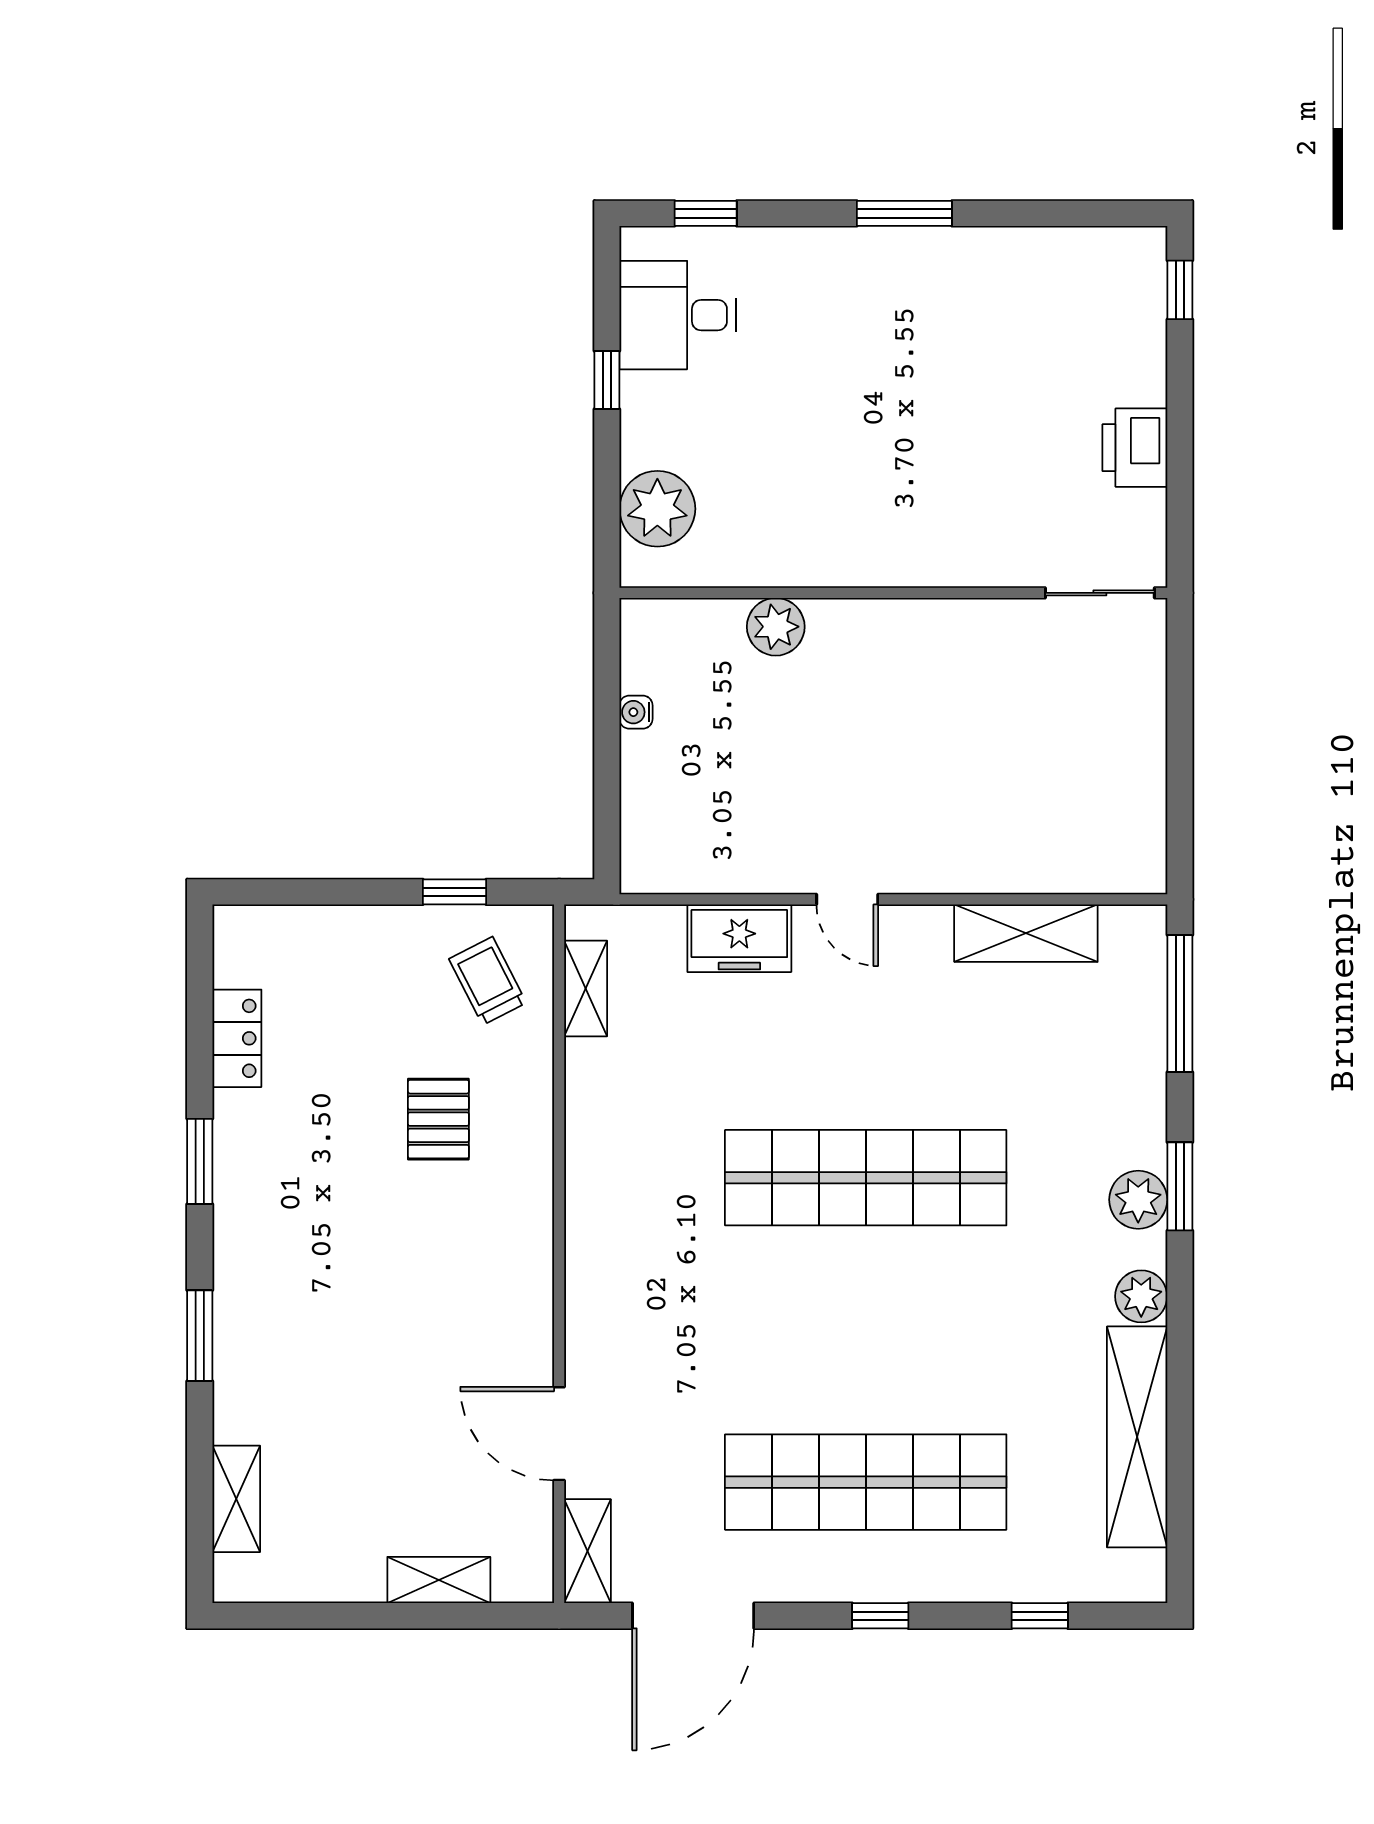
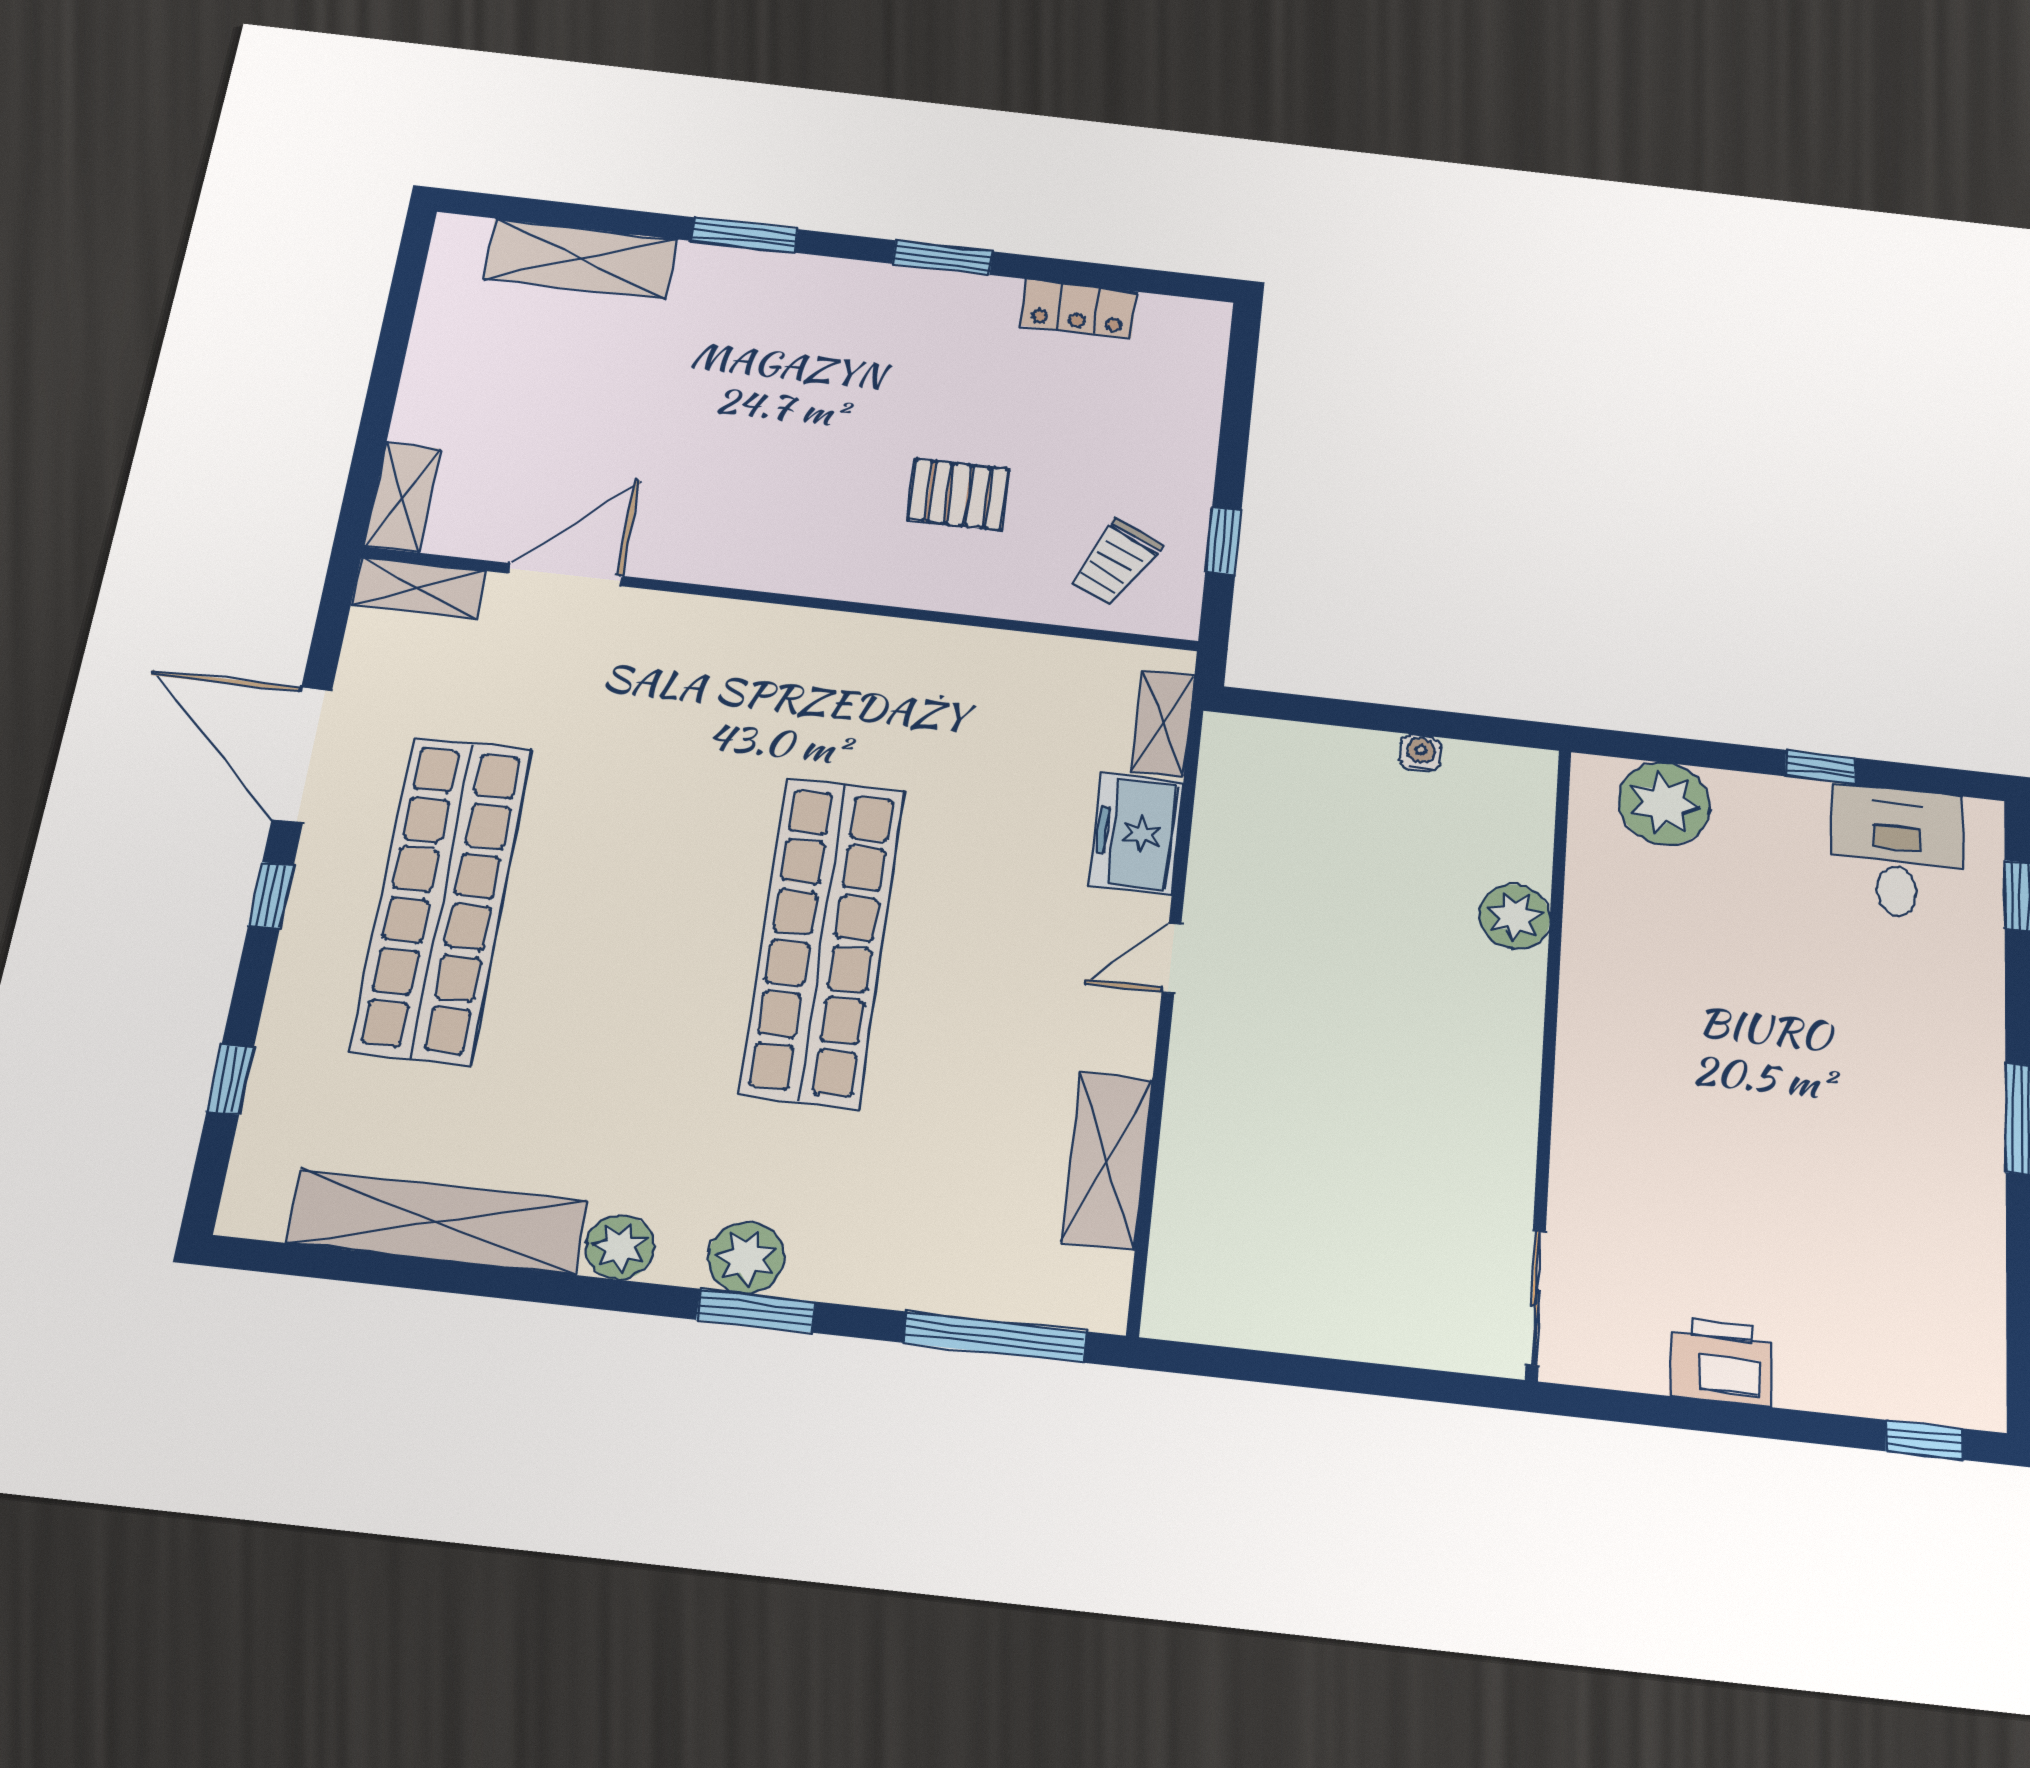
trolley: (488, 981) -> (1115, 563), turned 145
shelving: (586, 989) -> (1163, 723), moved, turned 90
shelving: (236, 1499) -> (580, 259), width x1.50, depth x1.33
shelving: (439, 1580) -> (403, 497), moved
door: (693, 1616) -> (302, 754), moved

